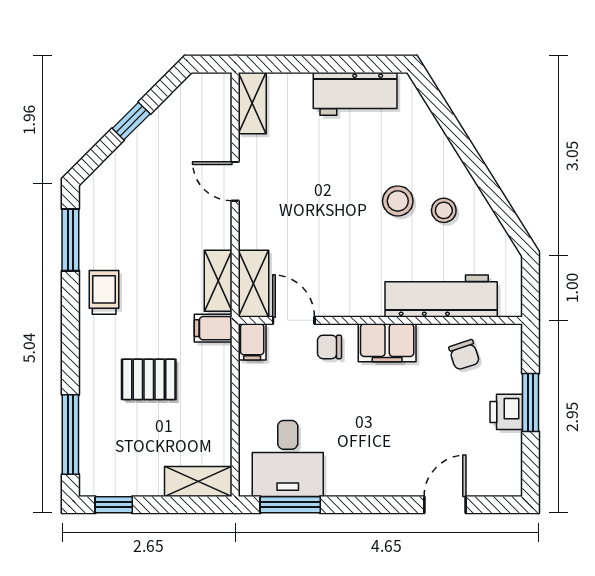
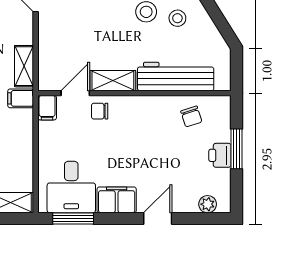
shelving: (254, 284) -> (113, 81), moved, turned 90
door: (294, 320) -> (75, 93), hinge flipped
filing cabinet: (387, 343) -> (117, 200), moved, turned 180
plant: (488, 484) -> (208, 204), added
door: (445, 505) -> (158, 218), moved

